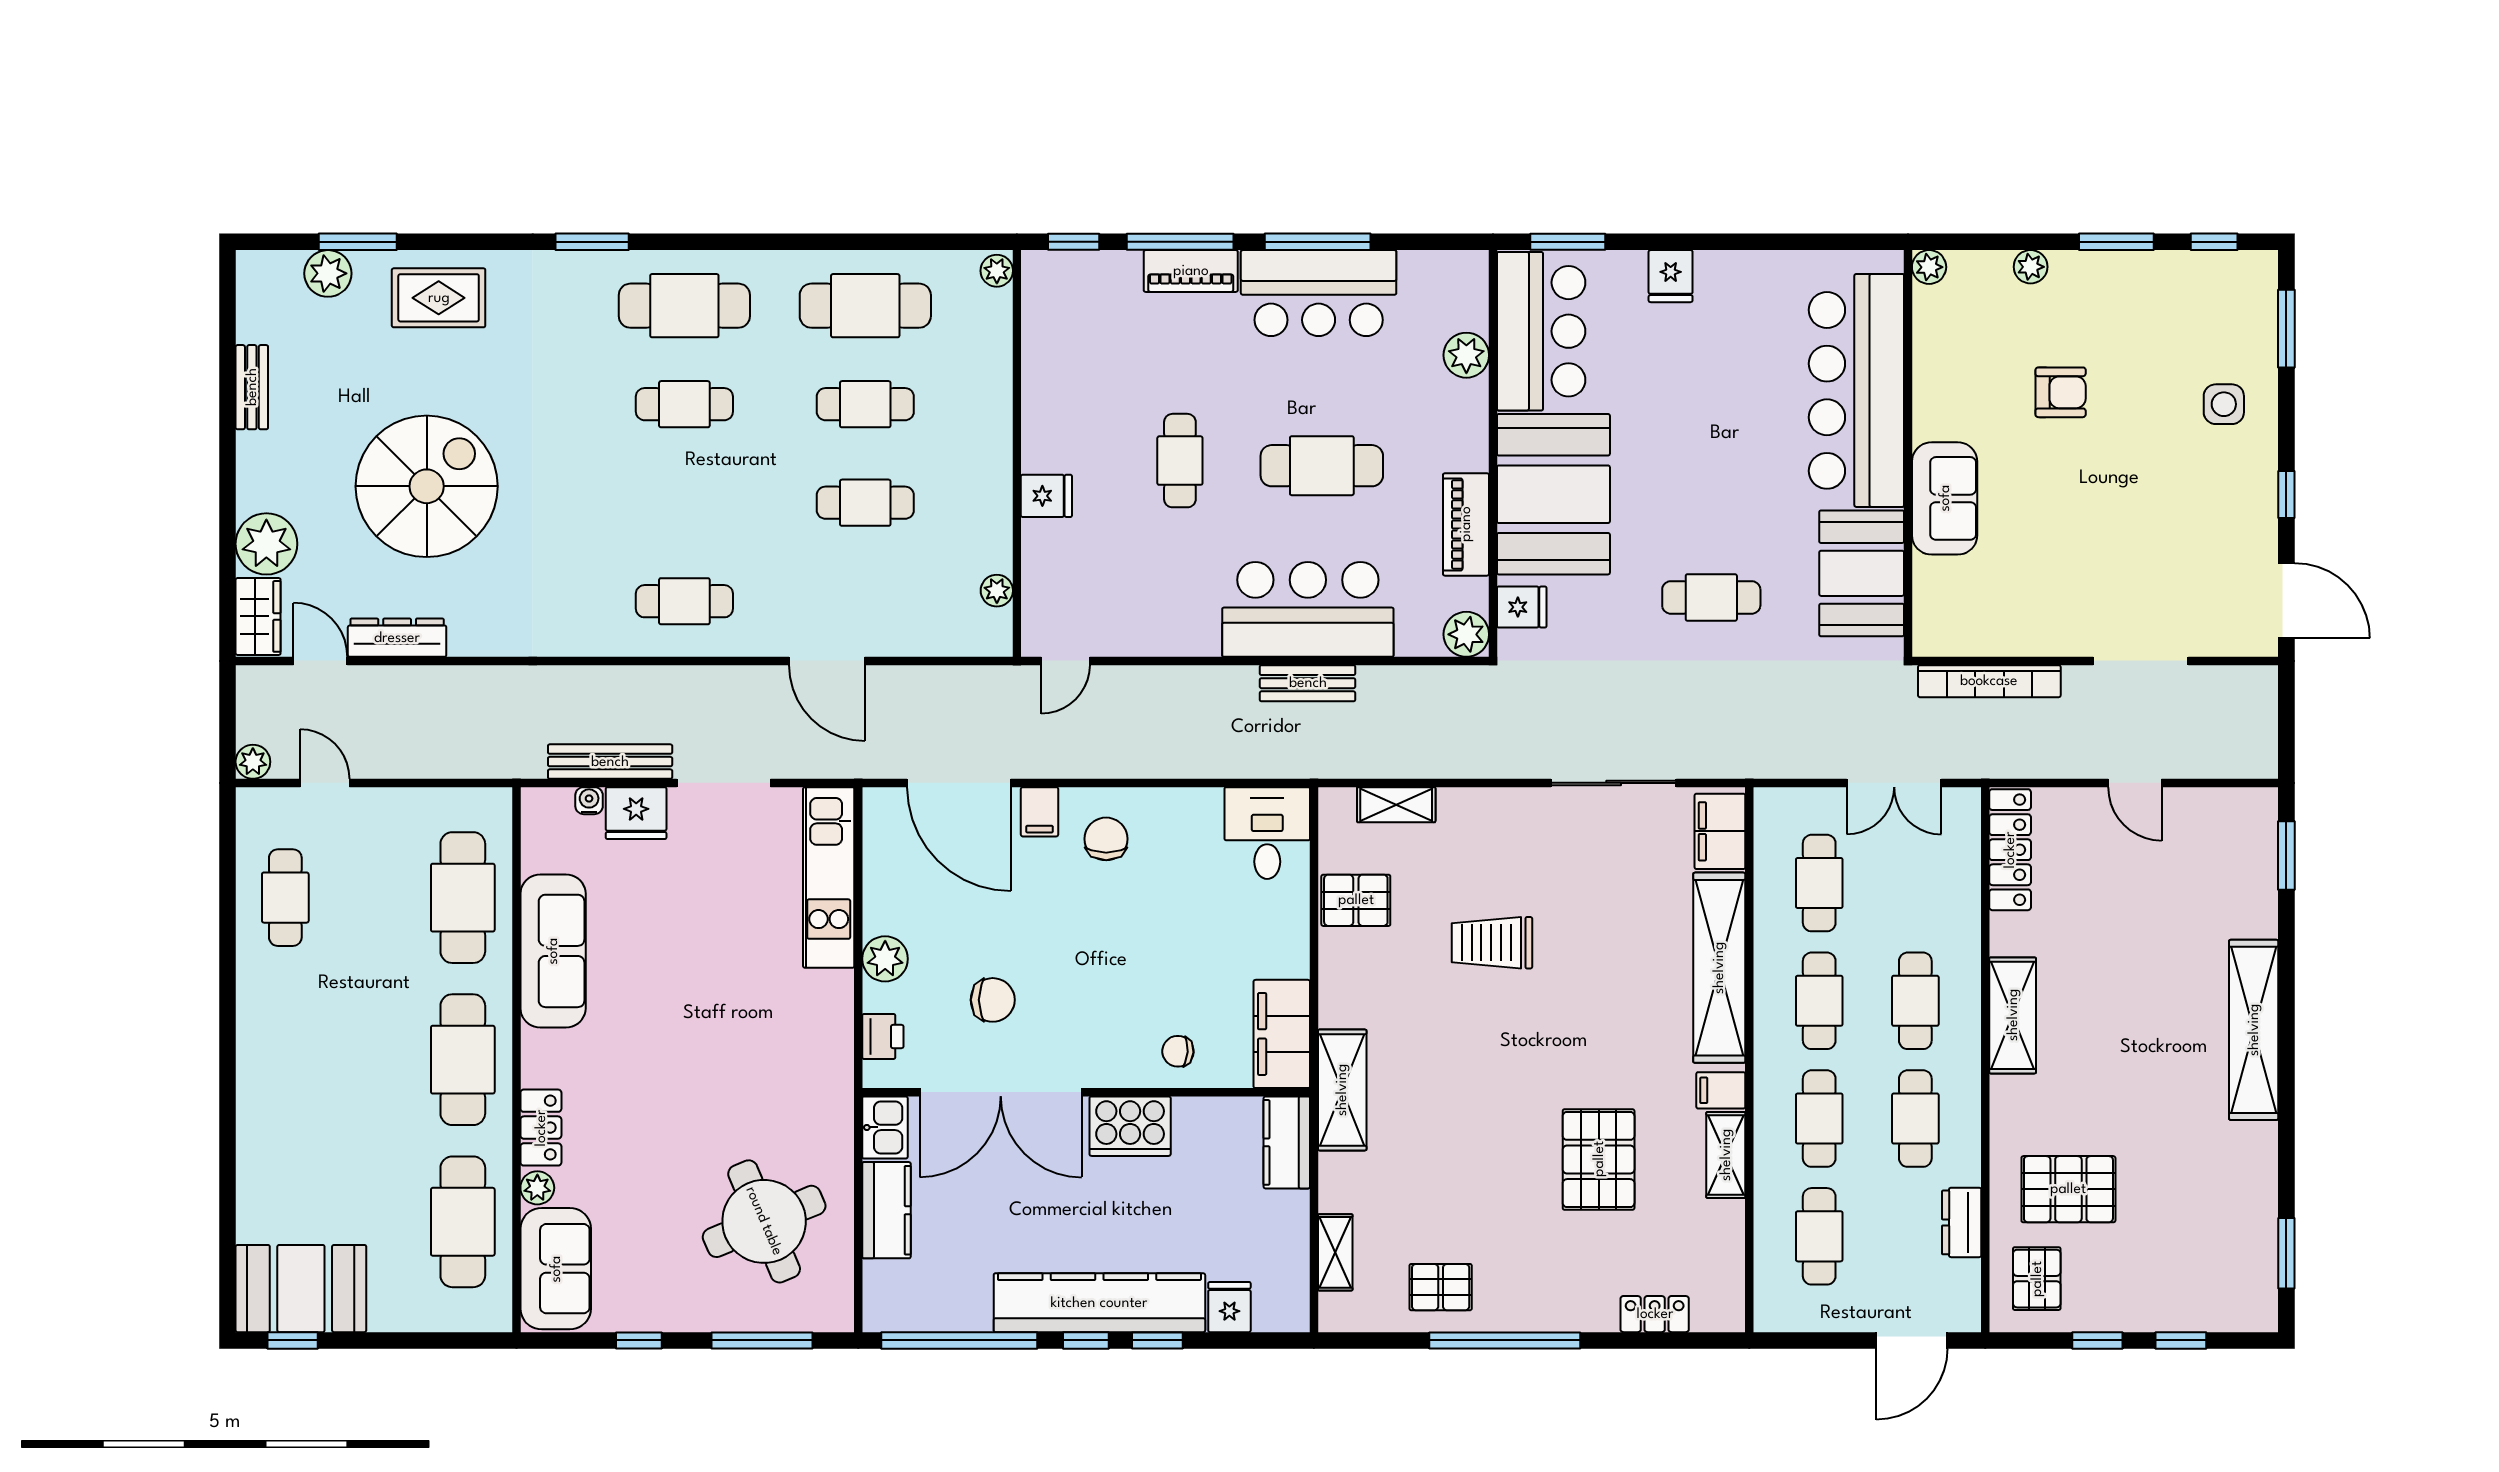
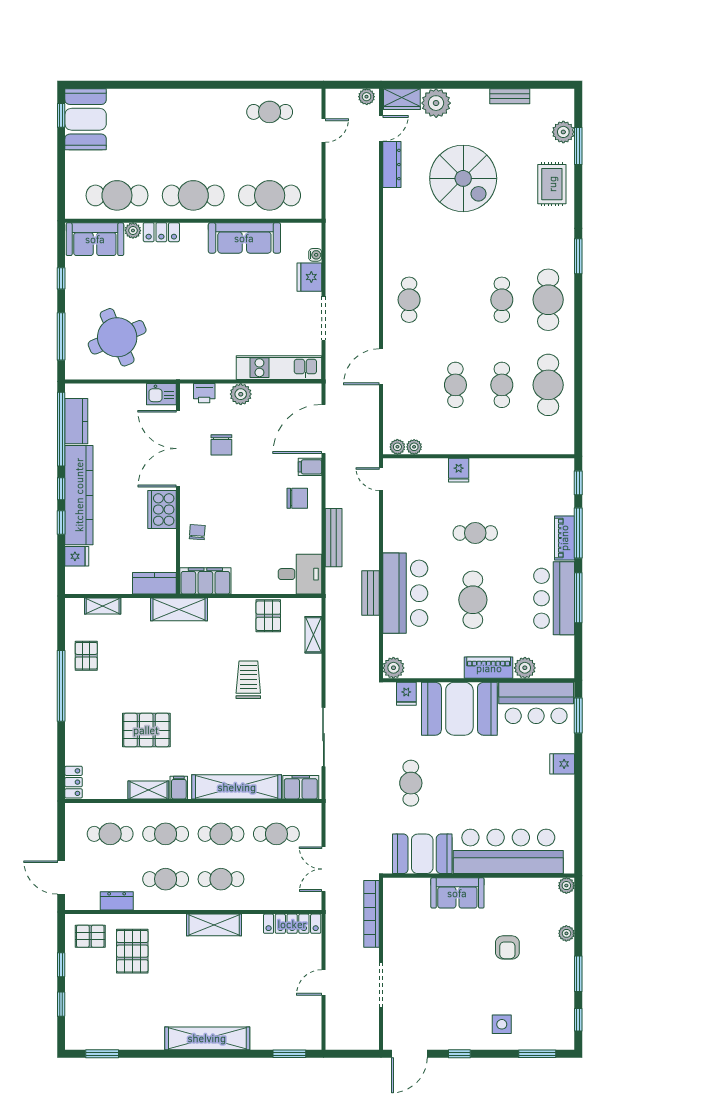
plant: (997, 271) -> (397, 447), moved
piano: (1466, 524) -> (489, 668), moved
plant: (253, 762) -> (367, 97), moved
bench: (610, 762) -> (334, 538), moved
kitchen counter: (886, 1210) -> (76, 421), moved, turned -90
locker: (1655, 1314) -> (74, 782), moved

